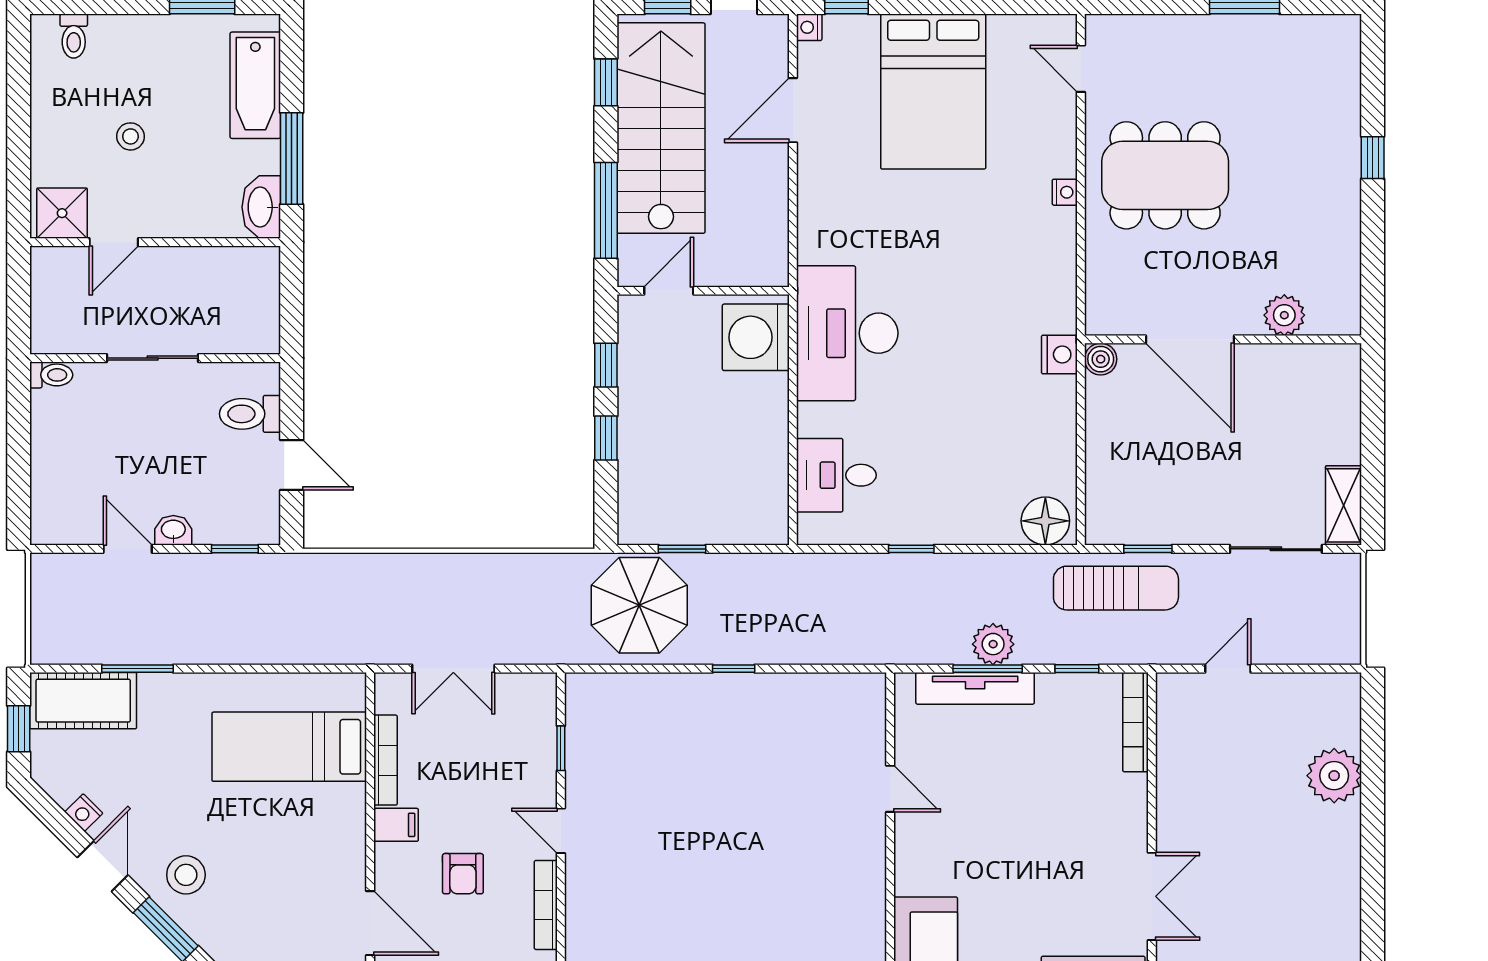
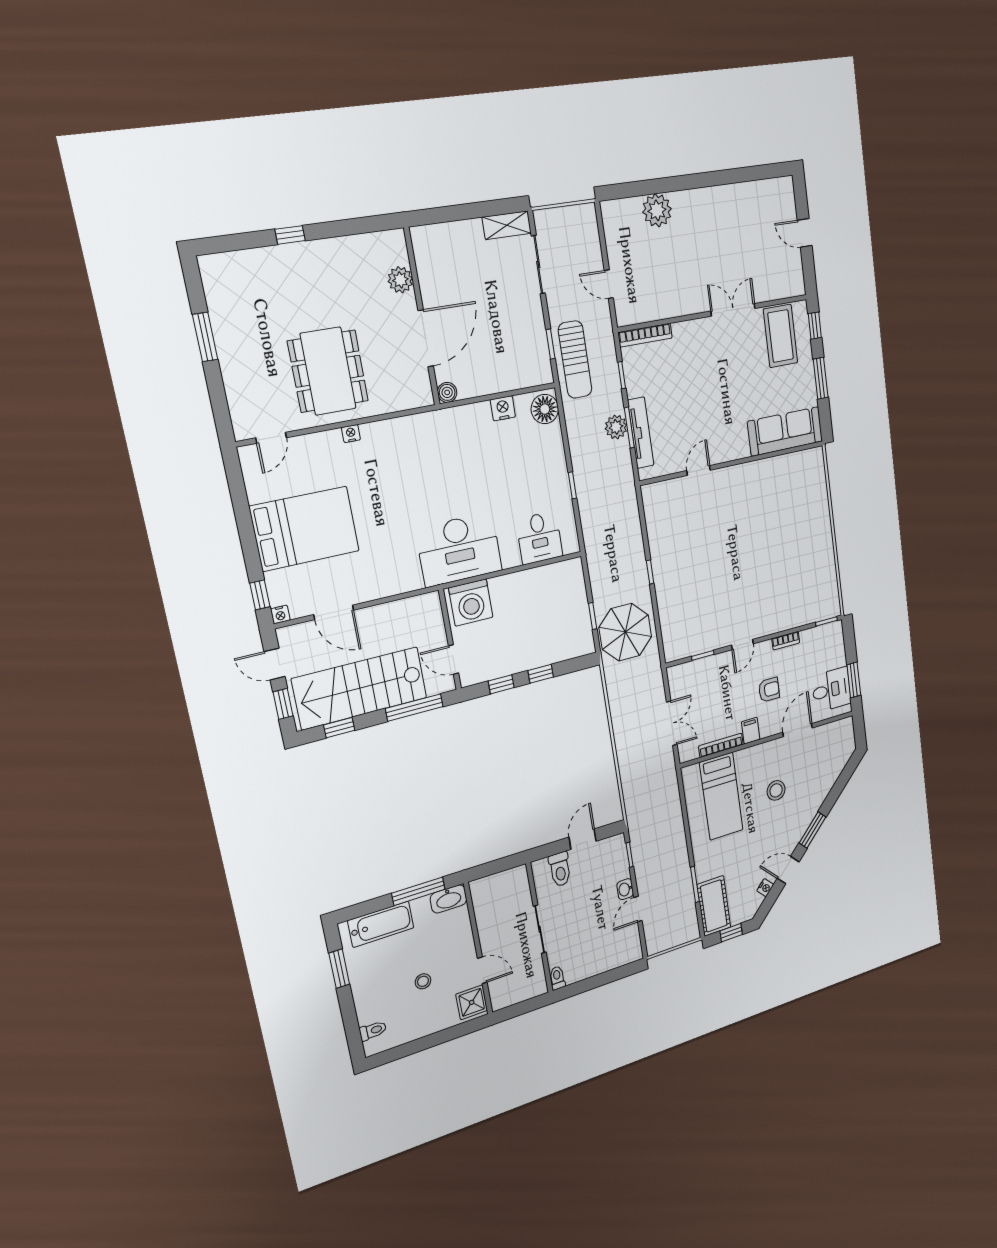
nightstand: (1059, 355) -> (503, 408), moved
sun lounger: (1116, 588) -> (575, 360), turned 180
stool: (186, 875) -> (776, 790), moved
bookcase: (546, 905) -> (786, 641), width x0.64

